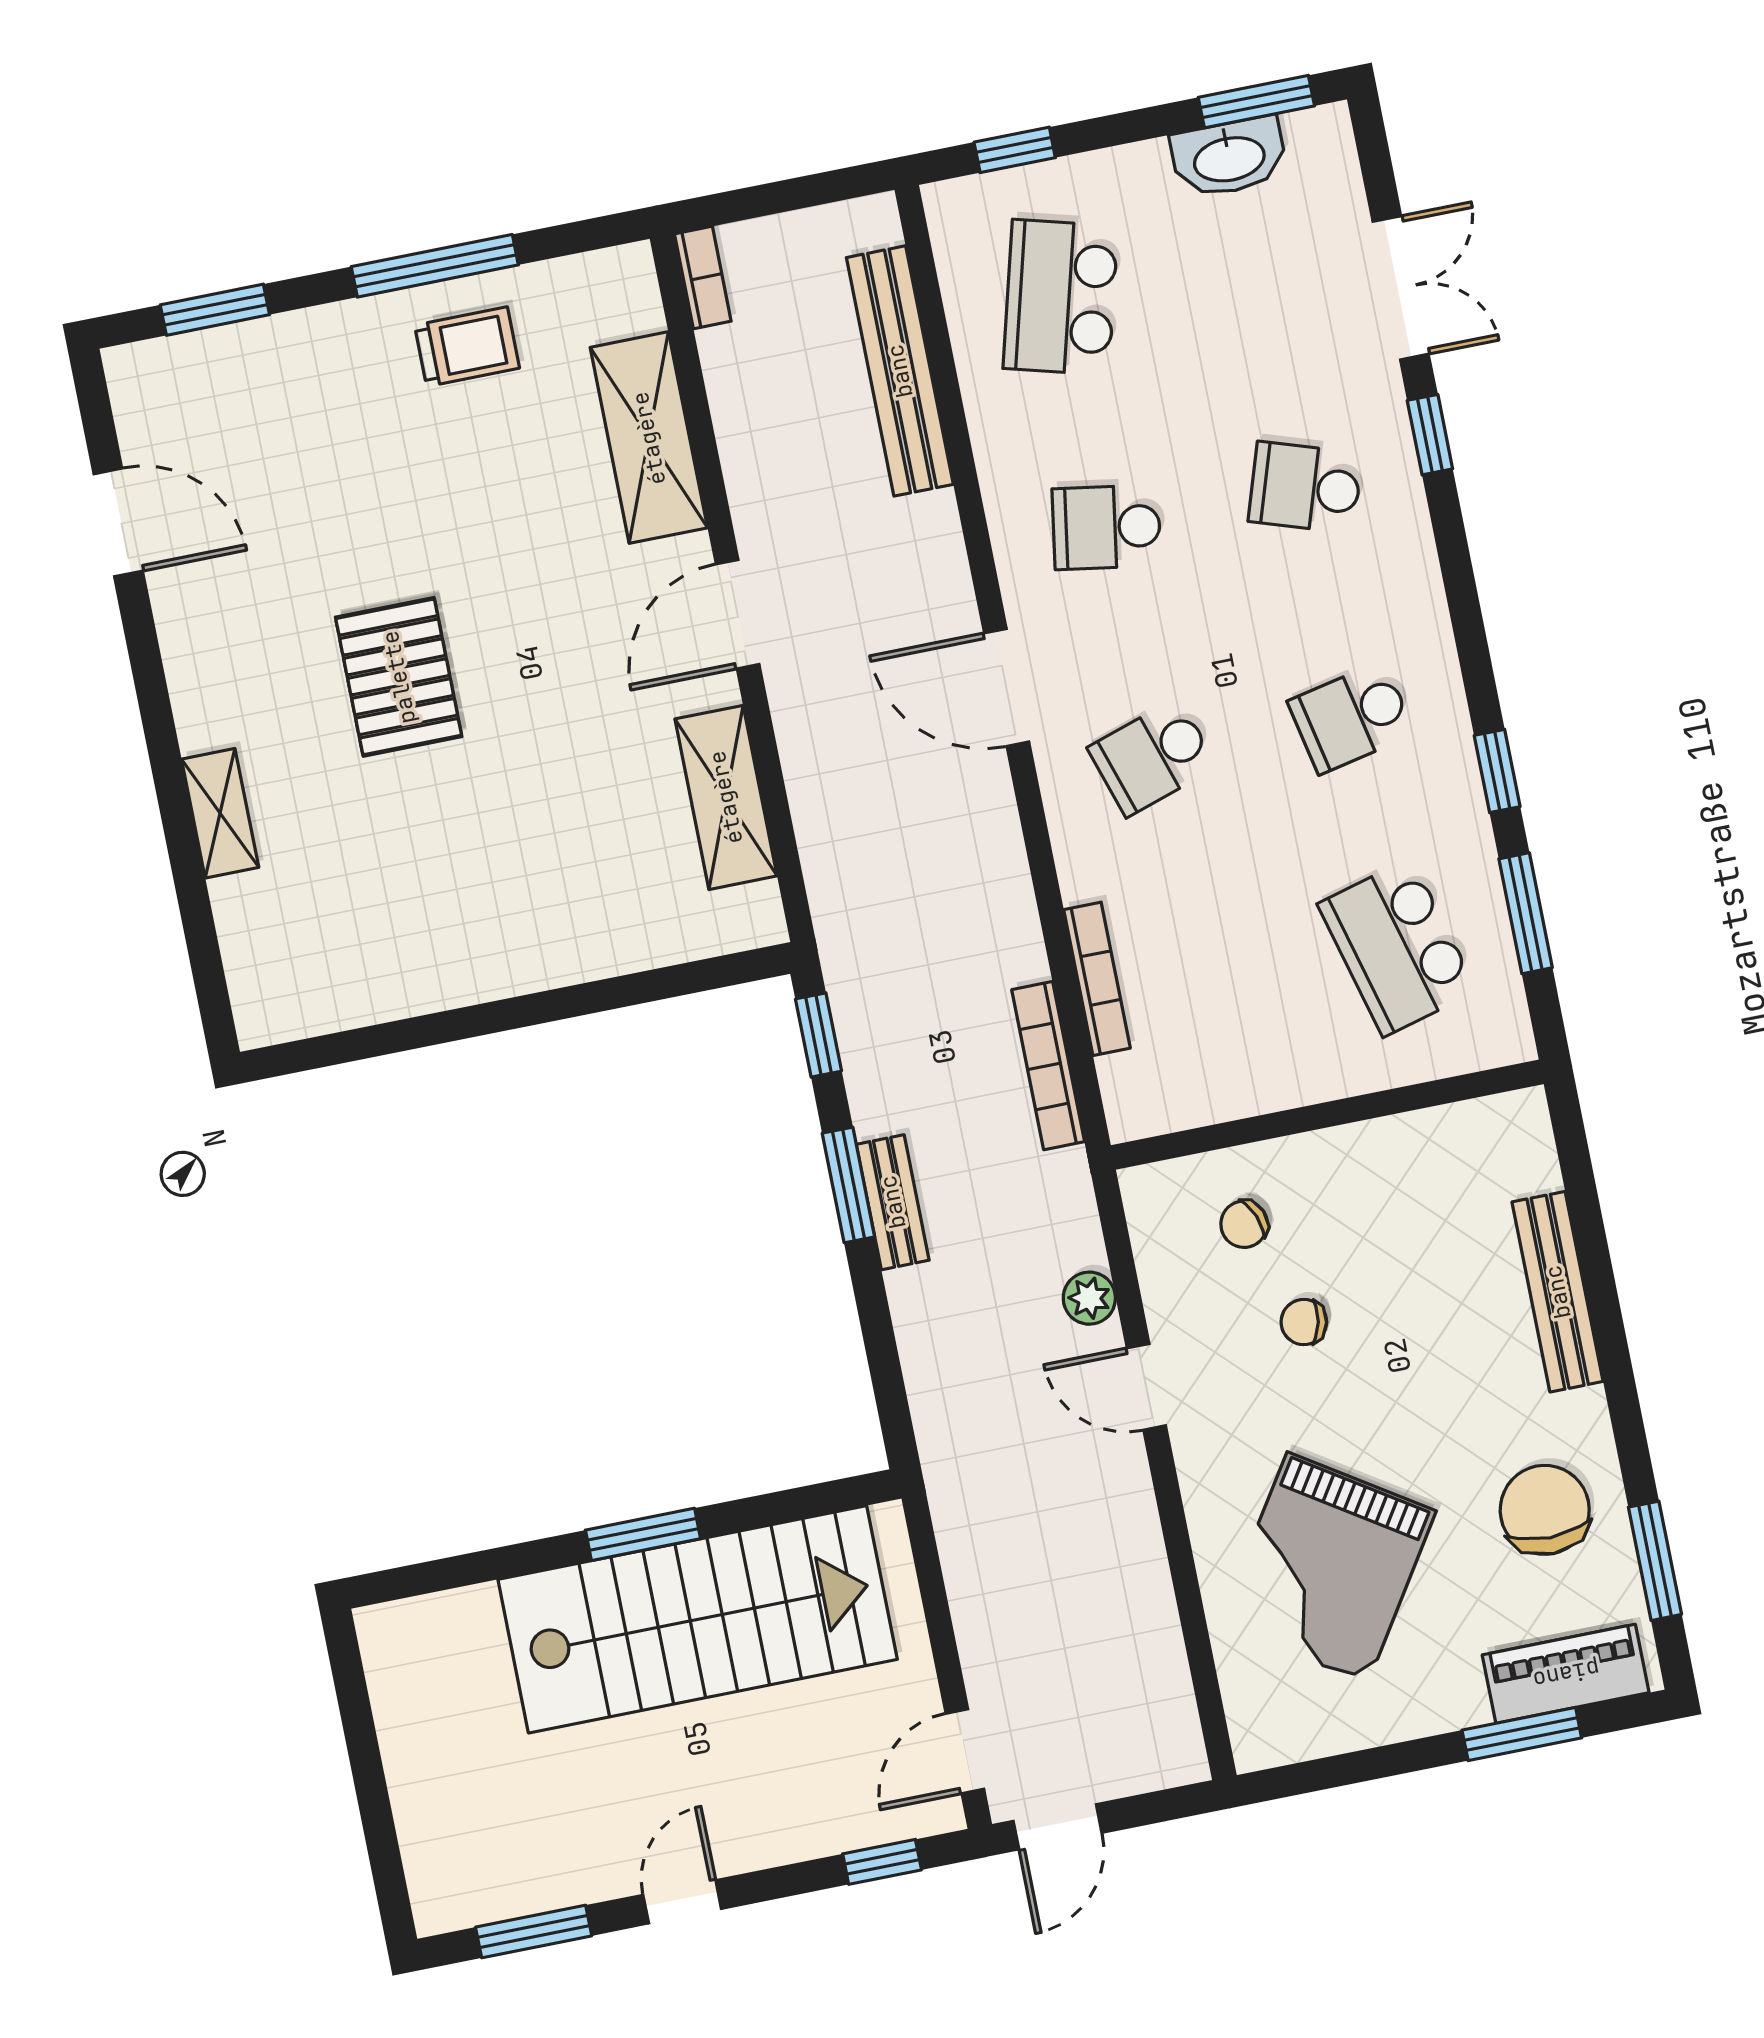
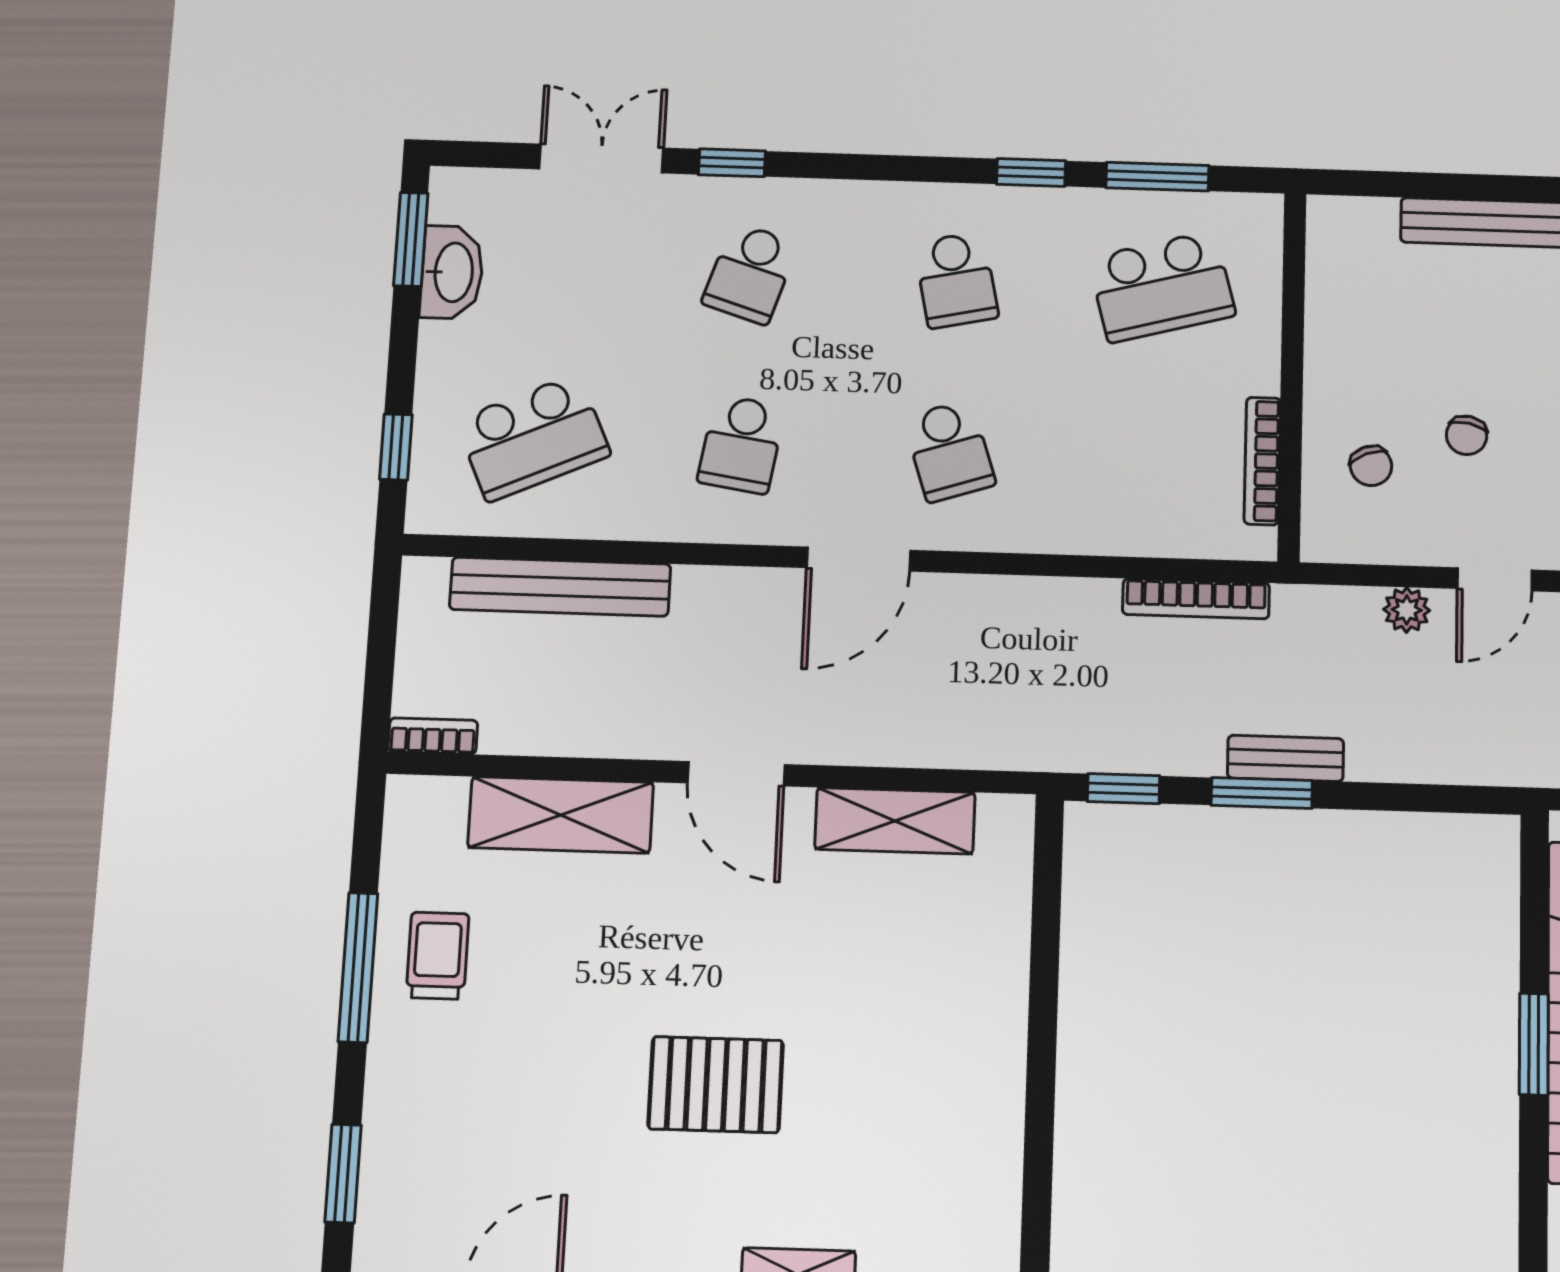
school desk: (1061, 297) -> (533, 438), turned -39
bookcase: (1097, 979) -> (1262, 461), moved, turned -90

